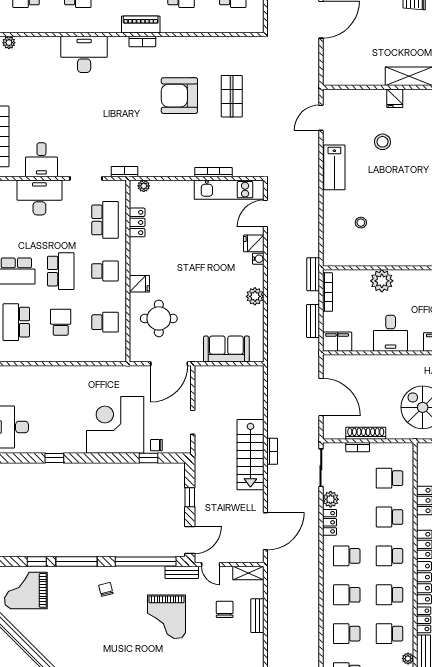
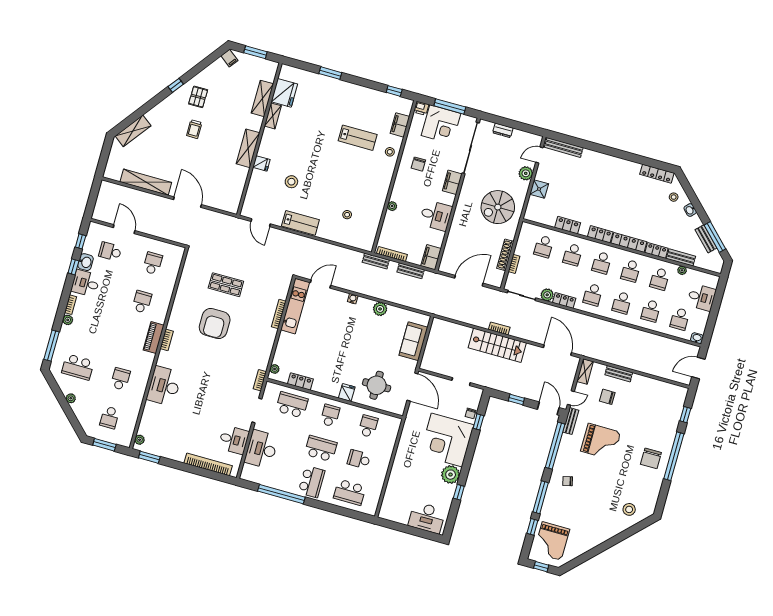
door: (265, 214) -> (320, 284), swing flipped
fridge: (254, 243) -> (340, 299), removed
plant: (382, 281) -> (392, 206), width x0.53, depth x0.53
plant: (73, 441) -> (451, 475), added

